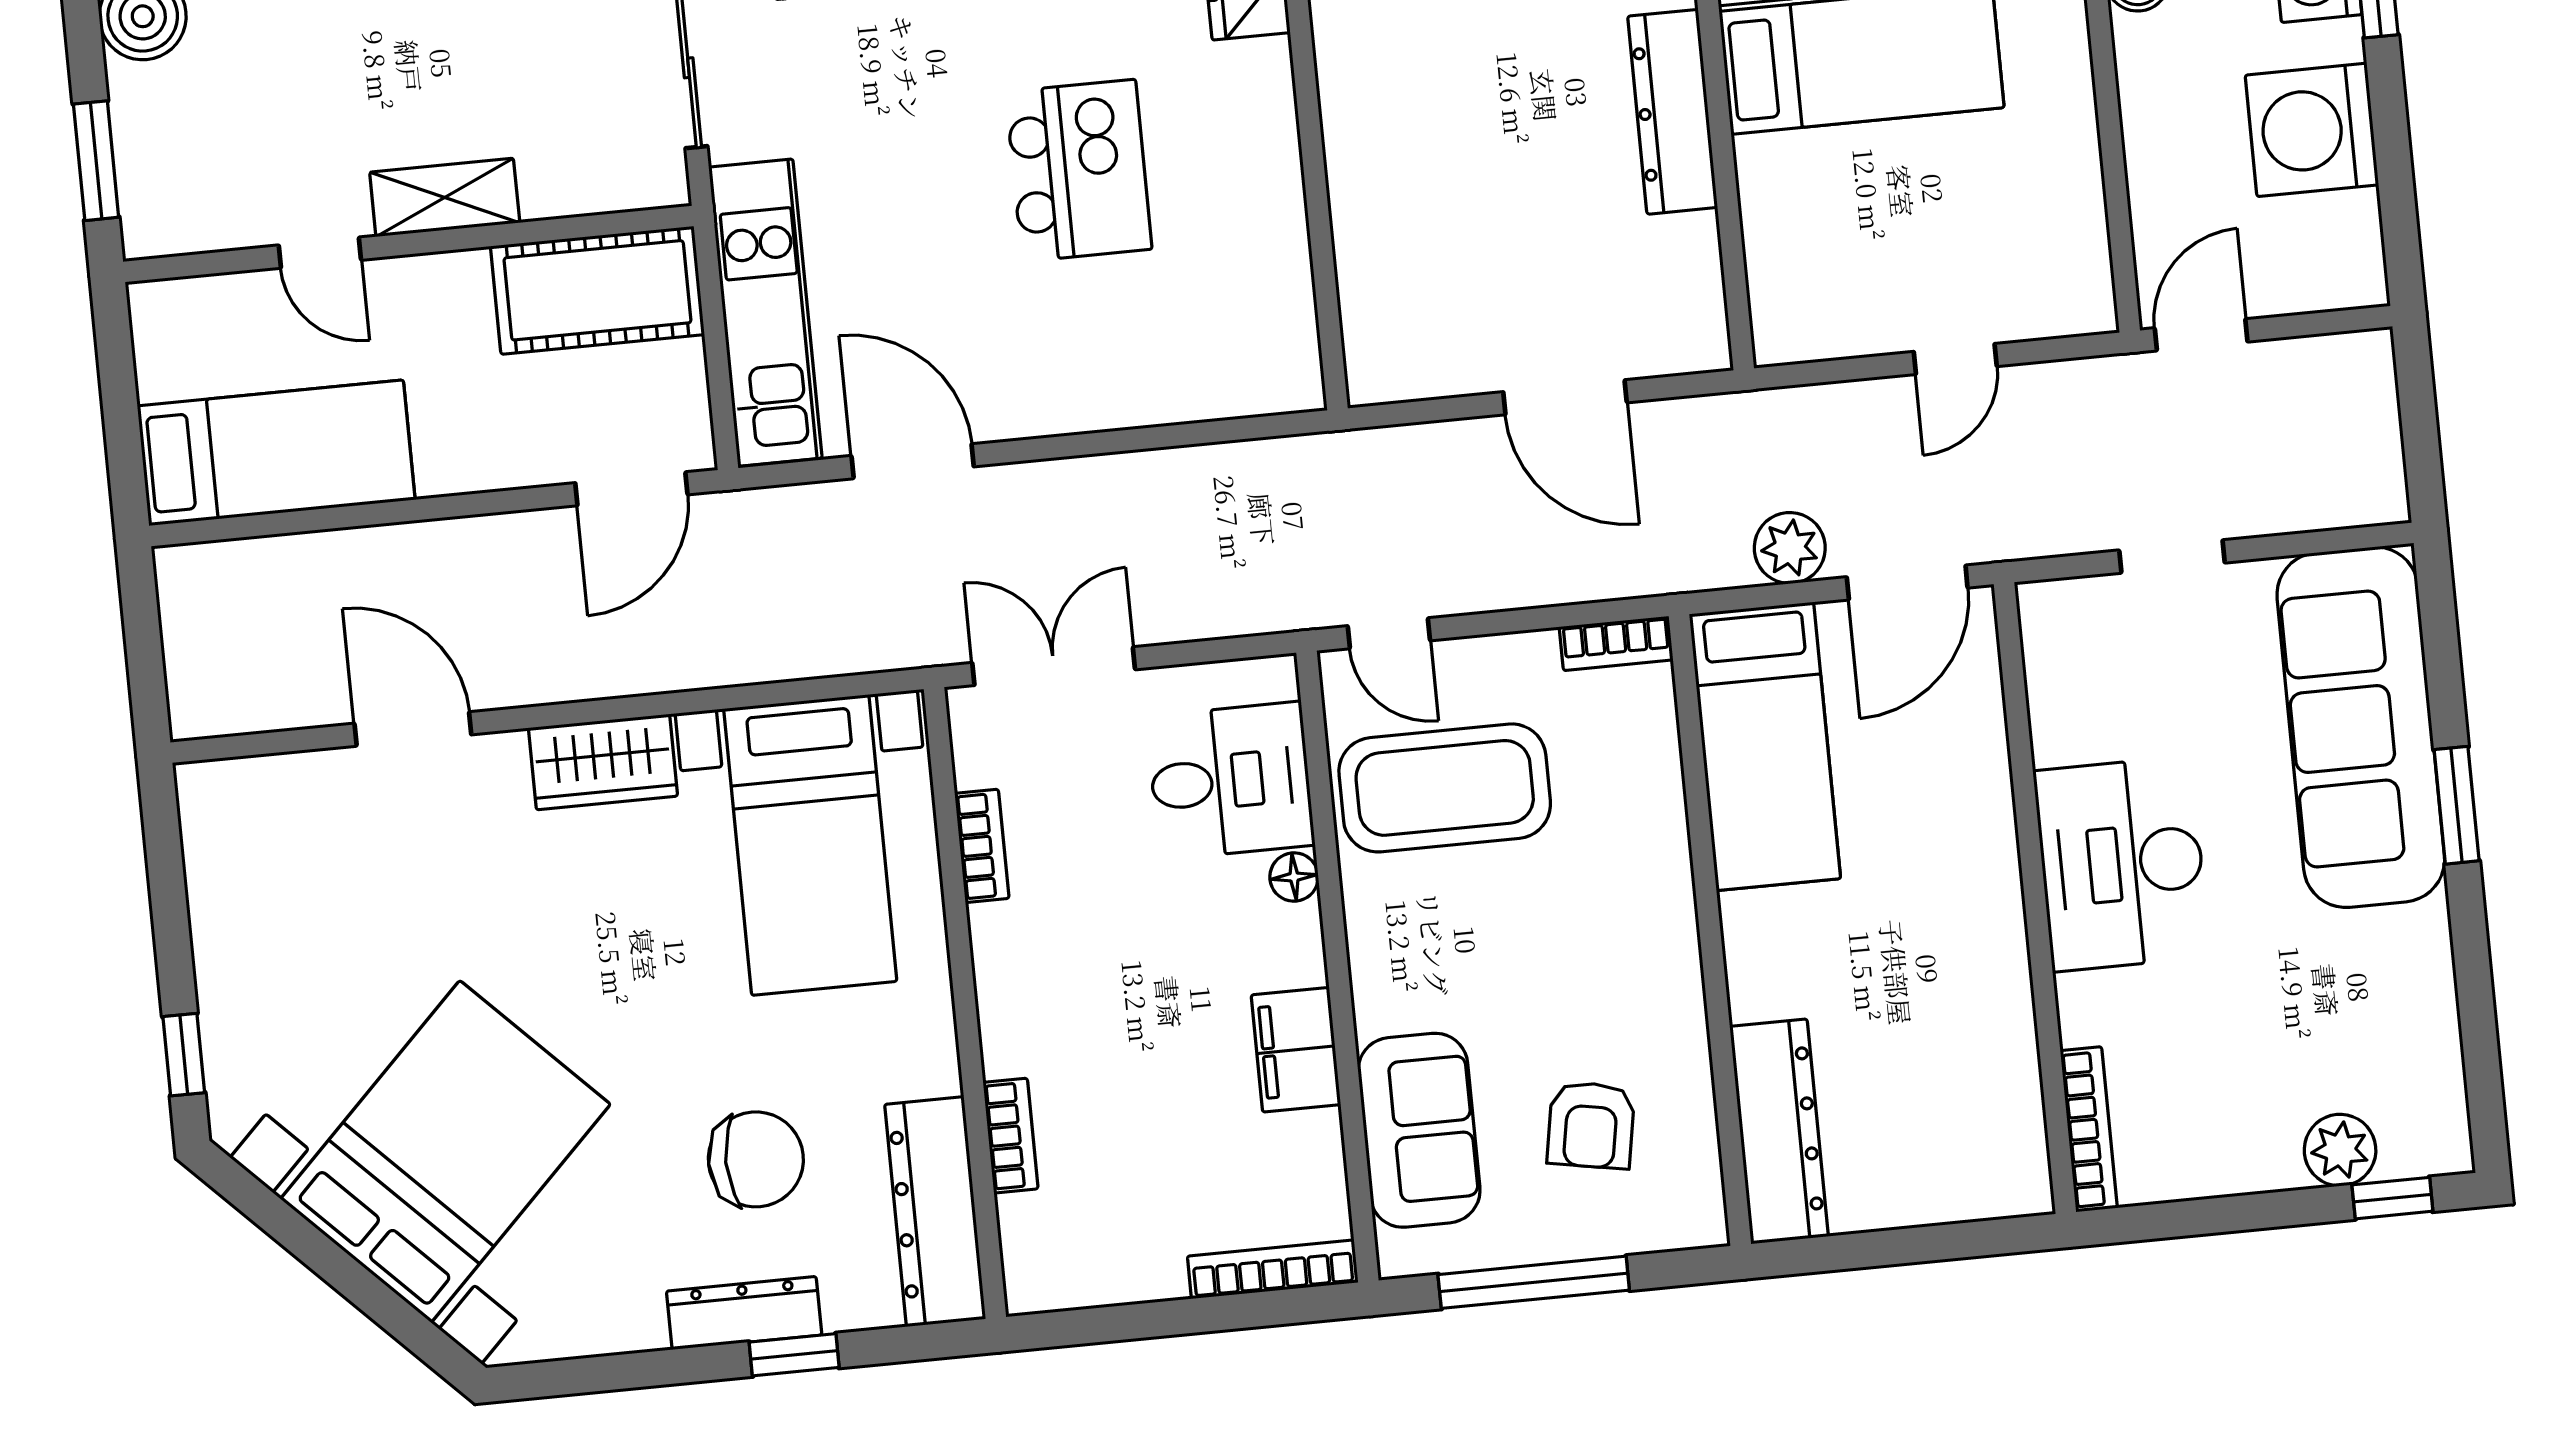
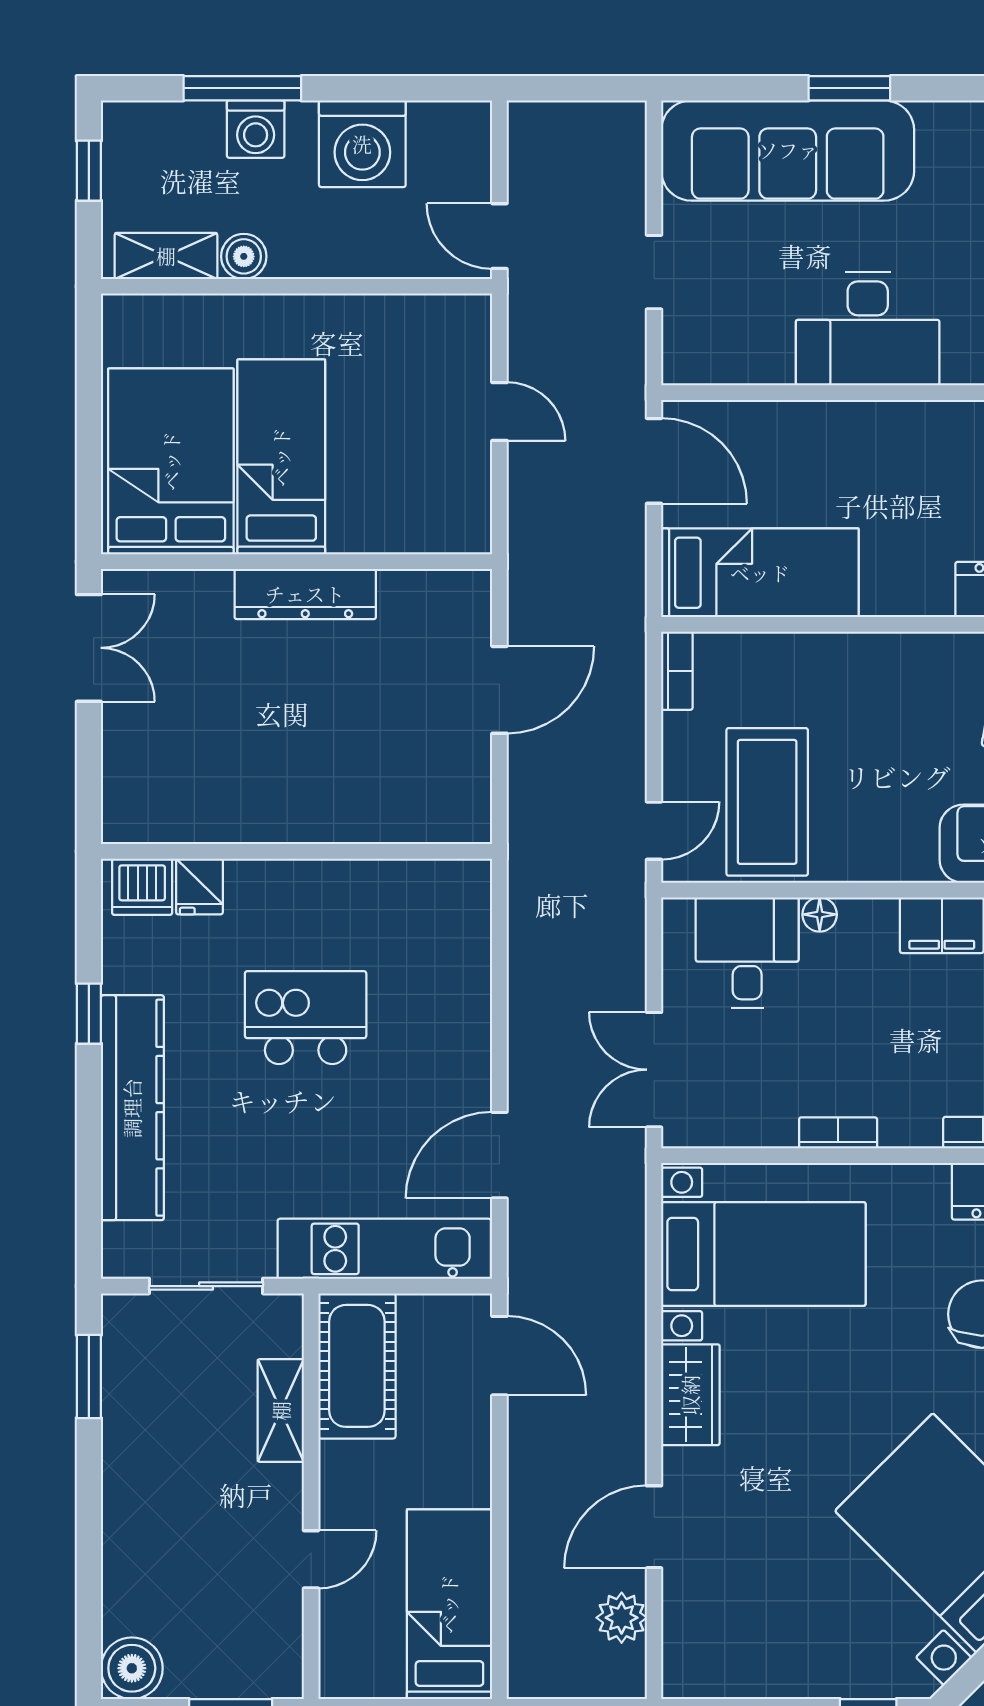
shelving: (445, 197) -> (281, 1411), moved
plant: (1790, 548) -> (622, 1618), moved
bookcase: (982, 846) -> (838, 1133), moved

